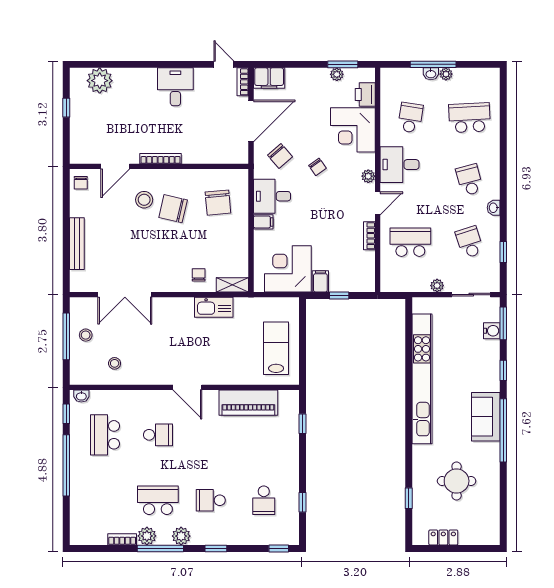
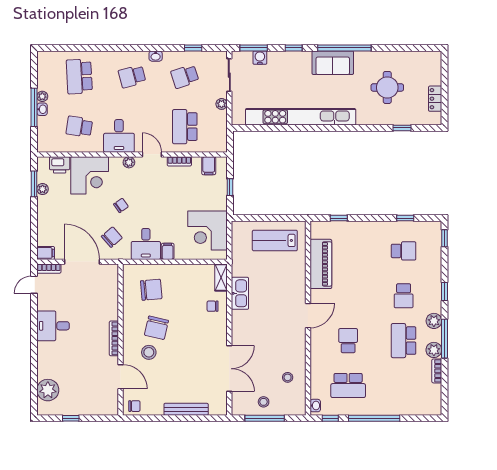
filing cabinet: (269, 78) -> (46, 253), width x0.50
filing cabinet: (320, 281) -> (209, 166), moved, turned -90

